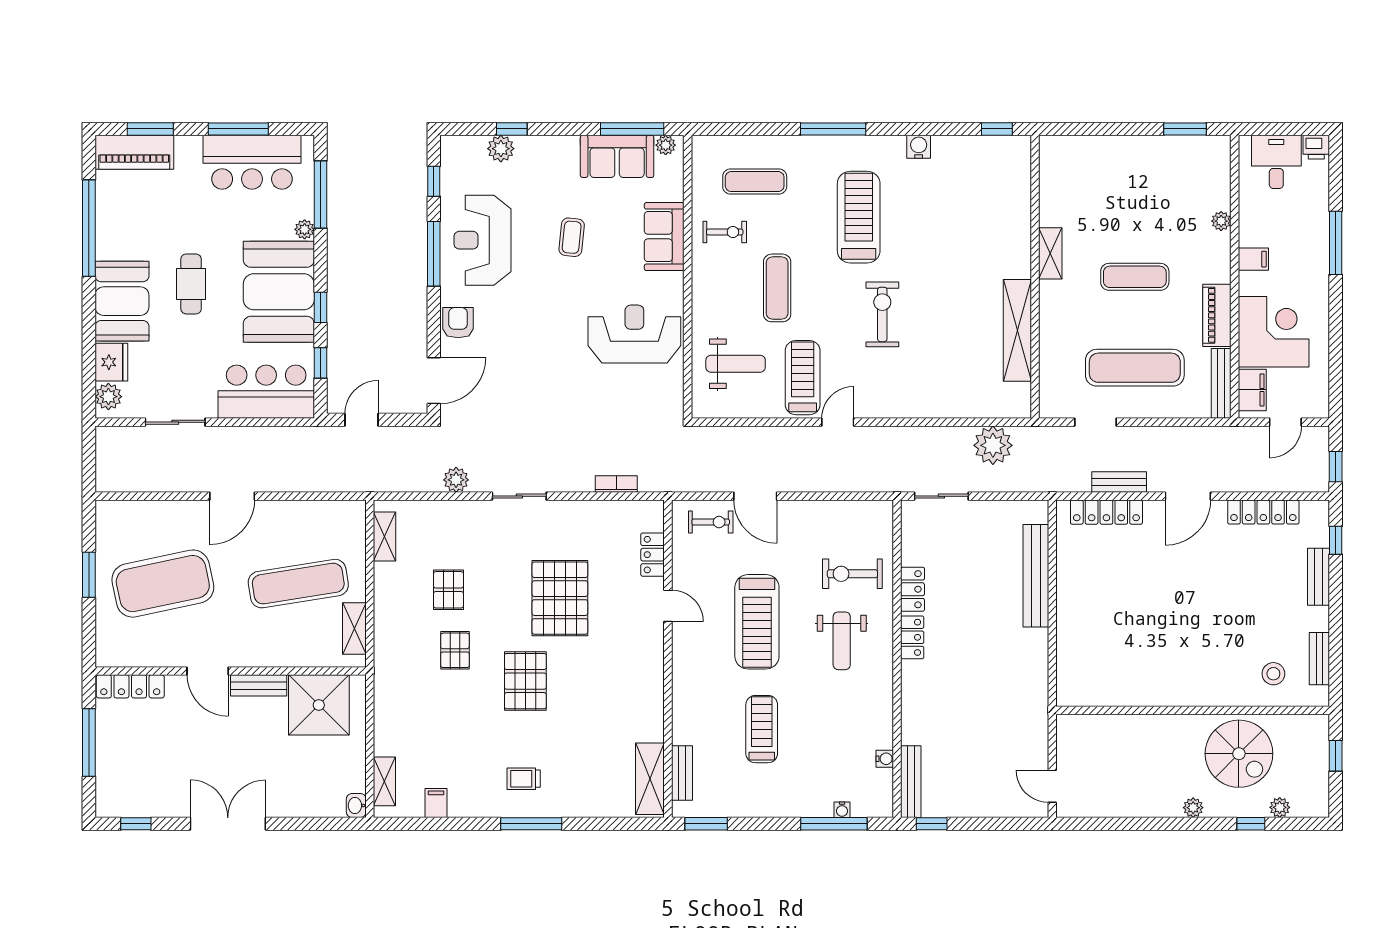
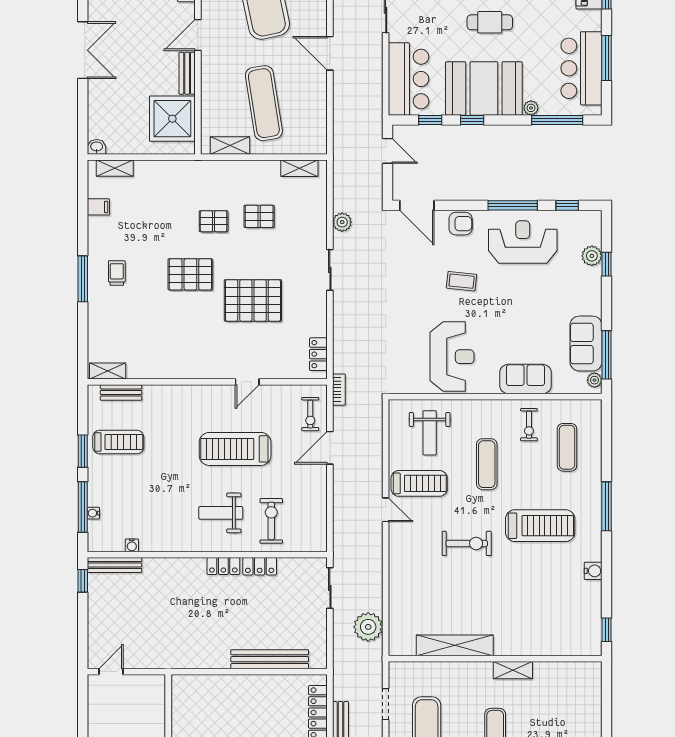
coffee table: (572, 237) -> (462, 281), moved
exercise mat: (777, 288) -> (487, 464), turned 90
bookcase: (616, 484) -> (339, 390), moved
locker: (653, 555) -> (318, 354), moved, turned -90
treadmill: (762, 729) -> (118, 442), moved
shelving: (650, 779) -> (108, 371), width x0.67, depth x0.75
window: (706, 824) -> (83, 451), moved

